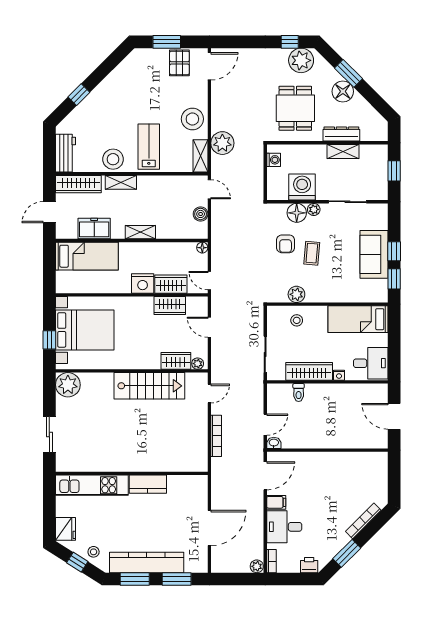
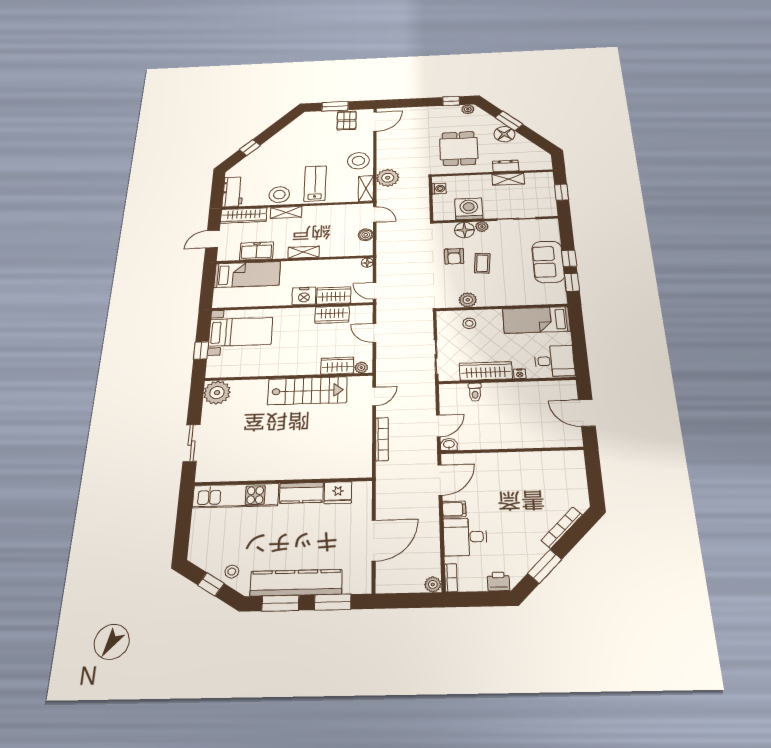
plant: (301, 60) -> (468, 109), width x0.53, depth x0.53
dresser: (341, 134) -> (506, 166), width x0.70
bed with nightstands: (85, 330) -> (241, 332), width x0.73
fridge: (65, 529) -> (338, 493), moved, turned 90

